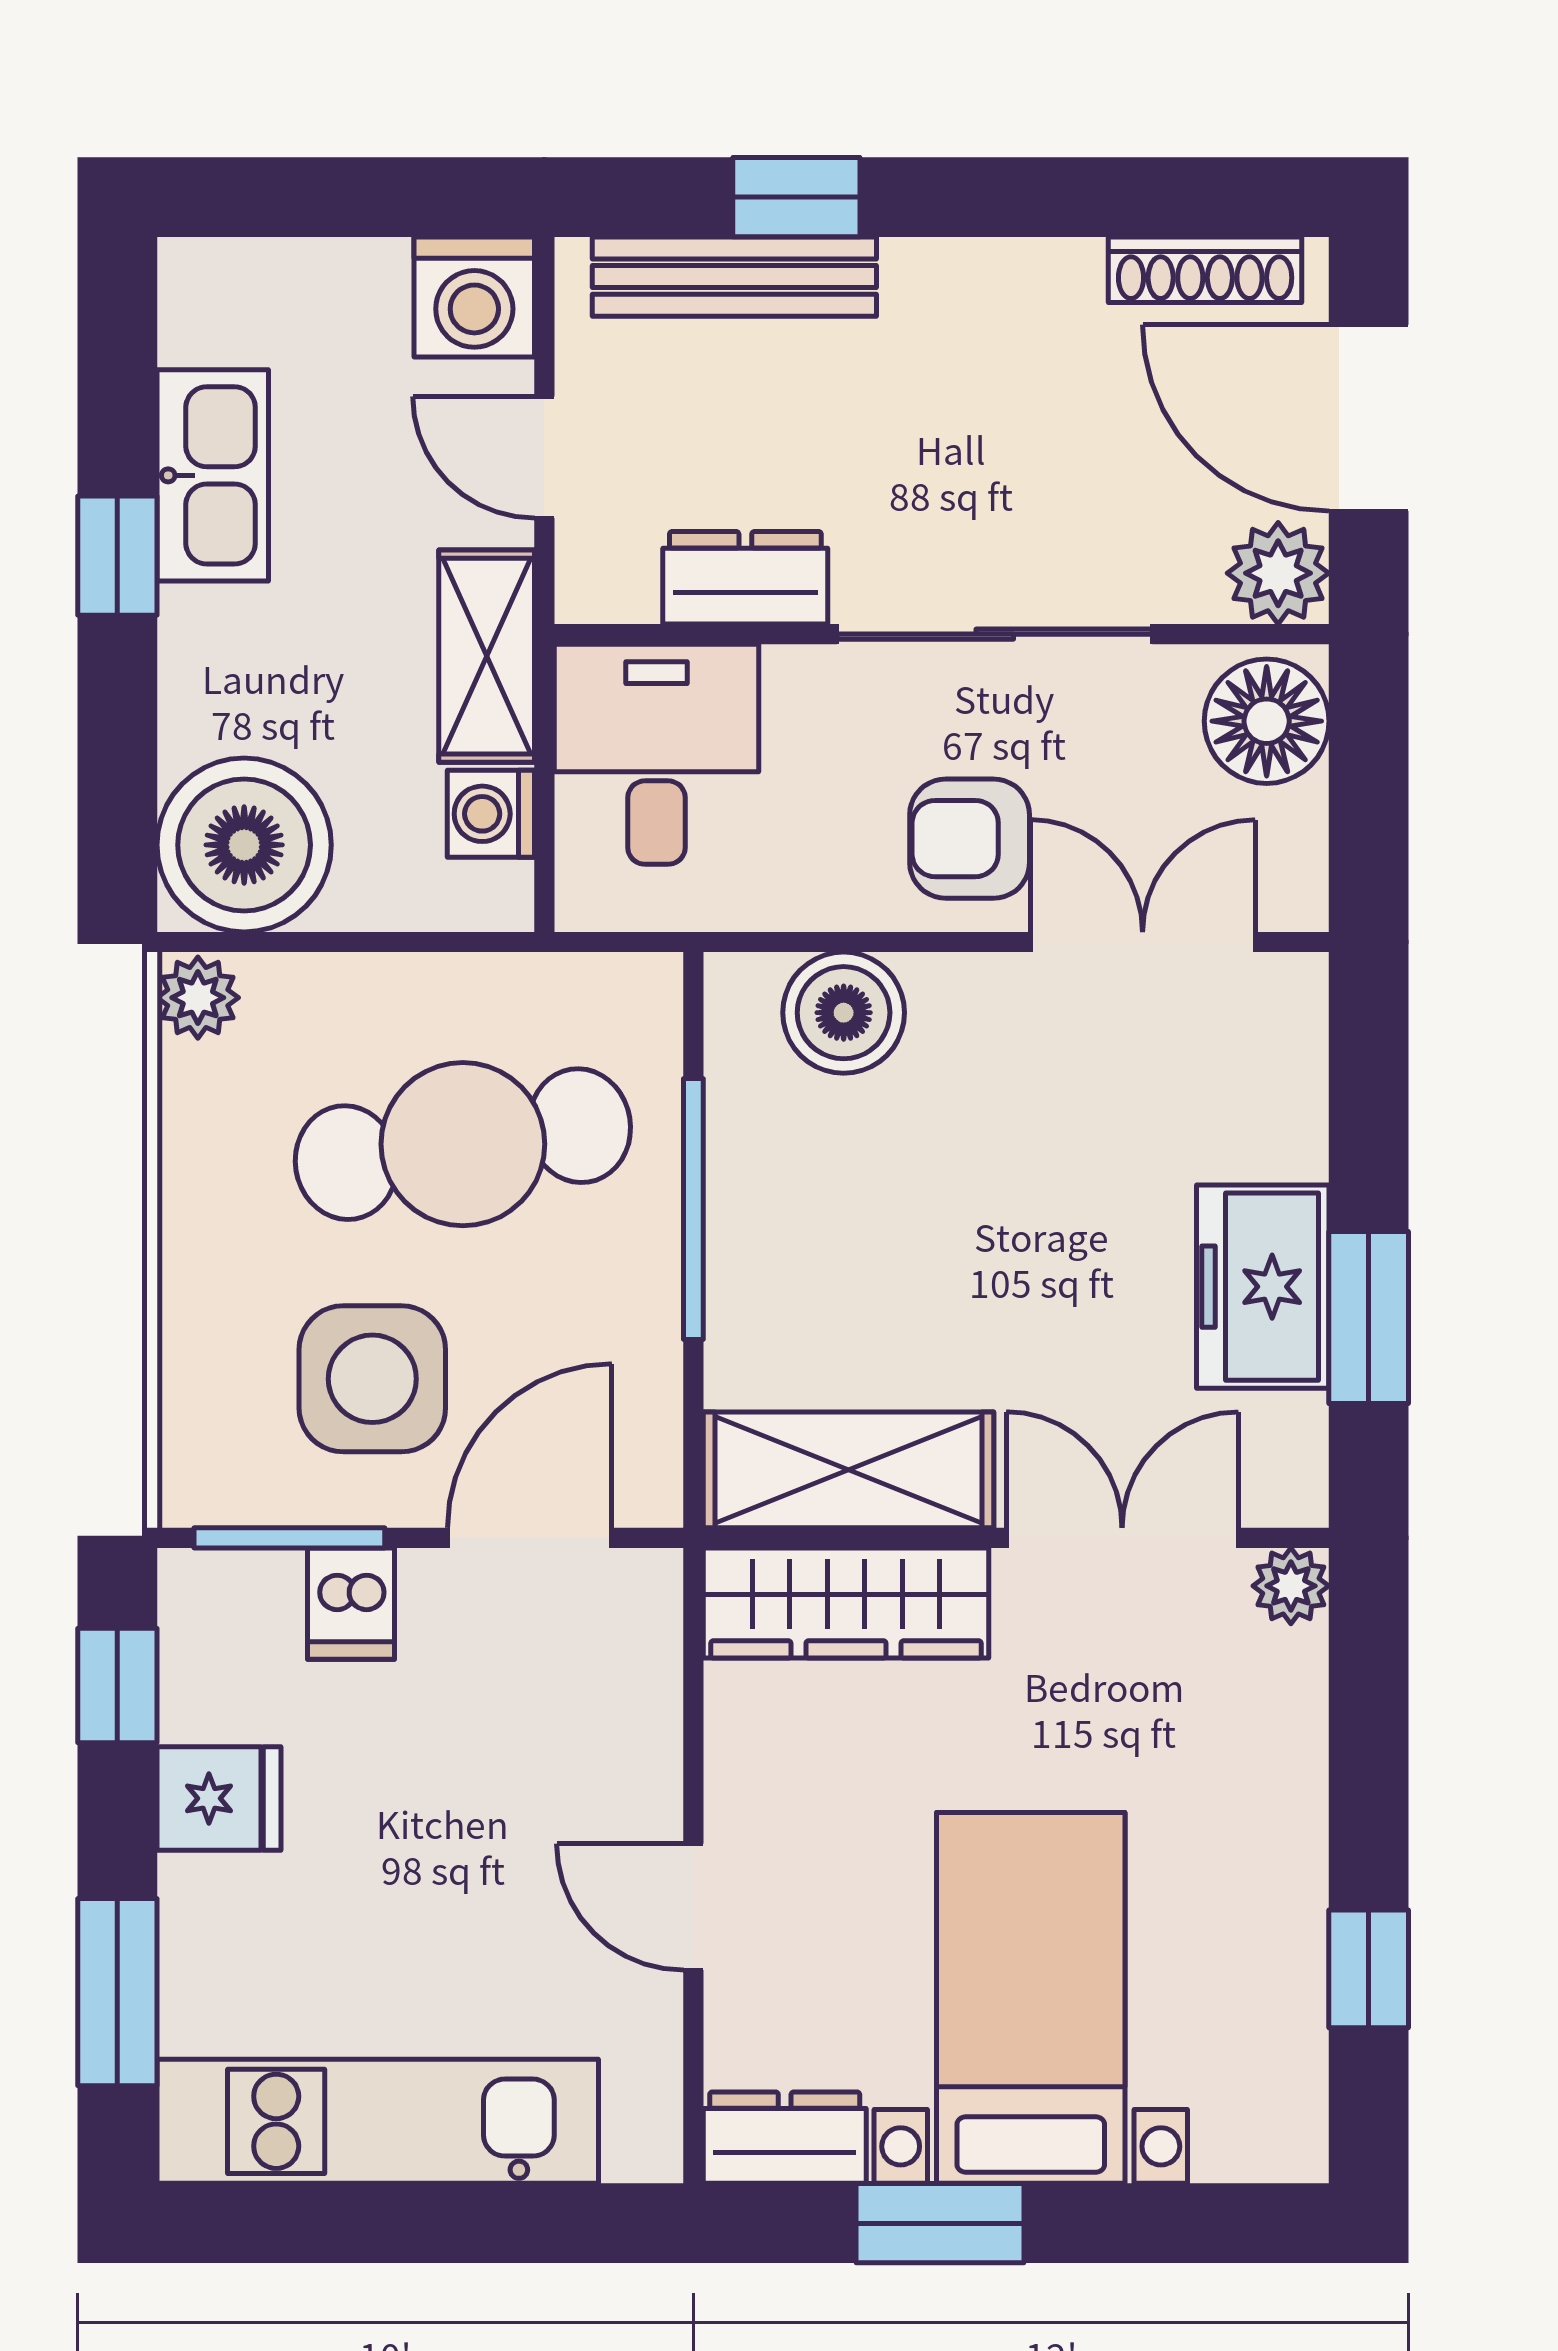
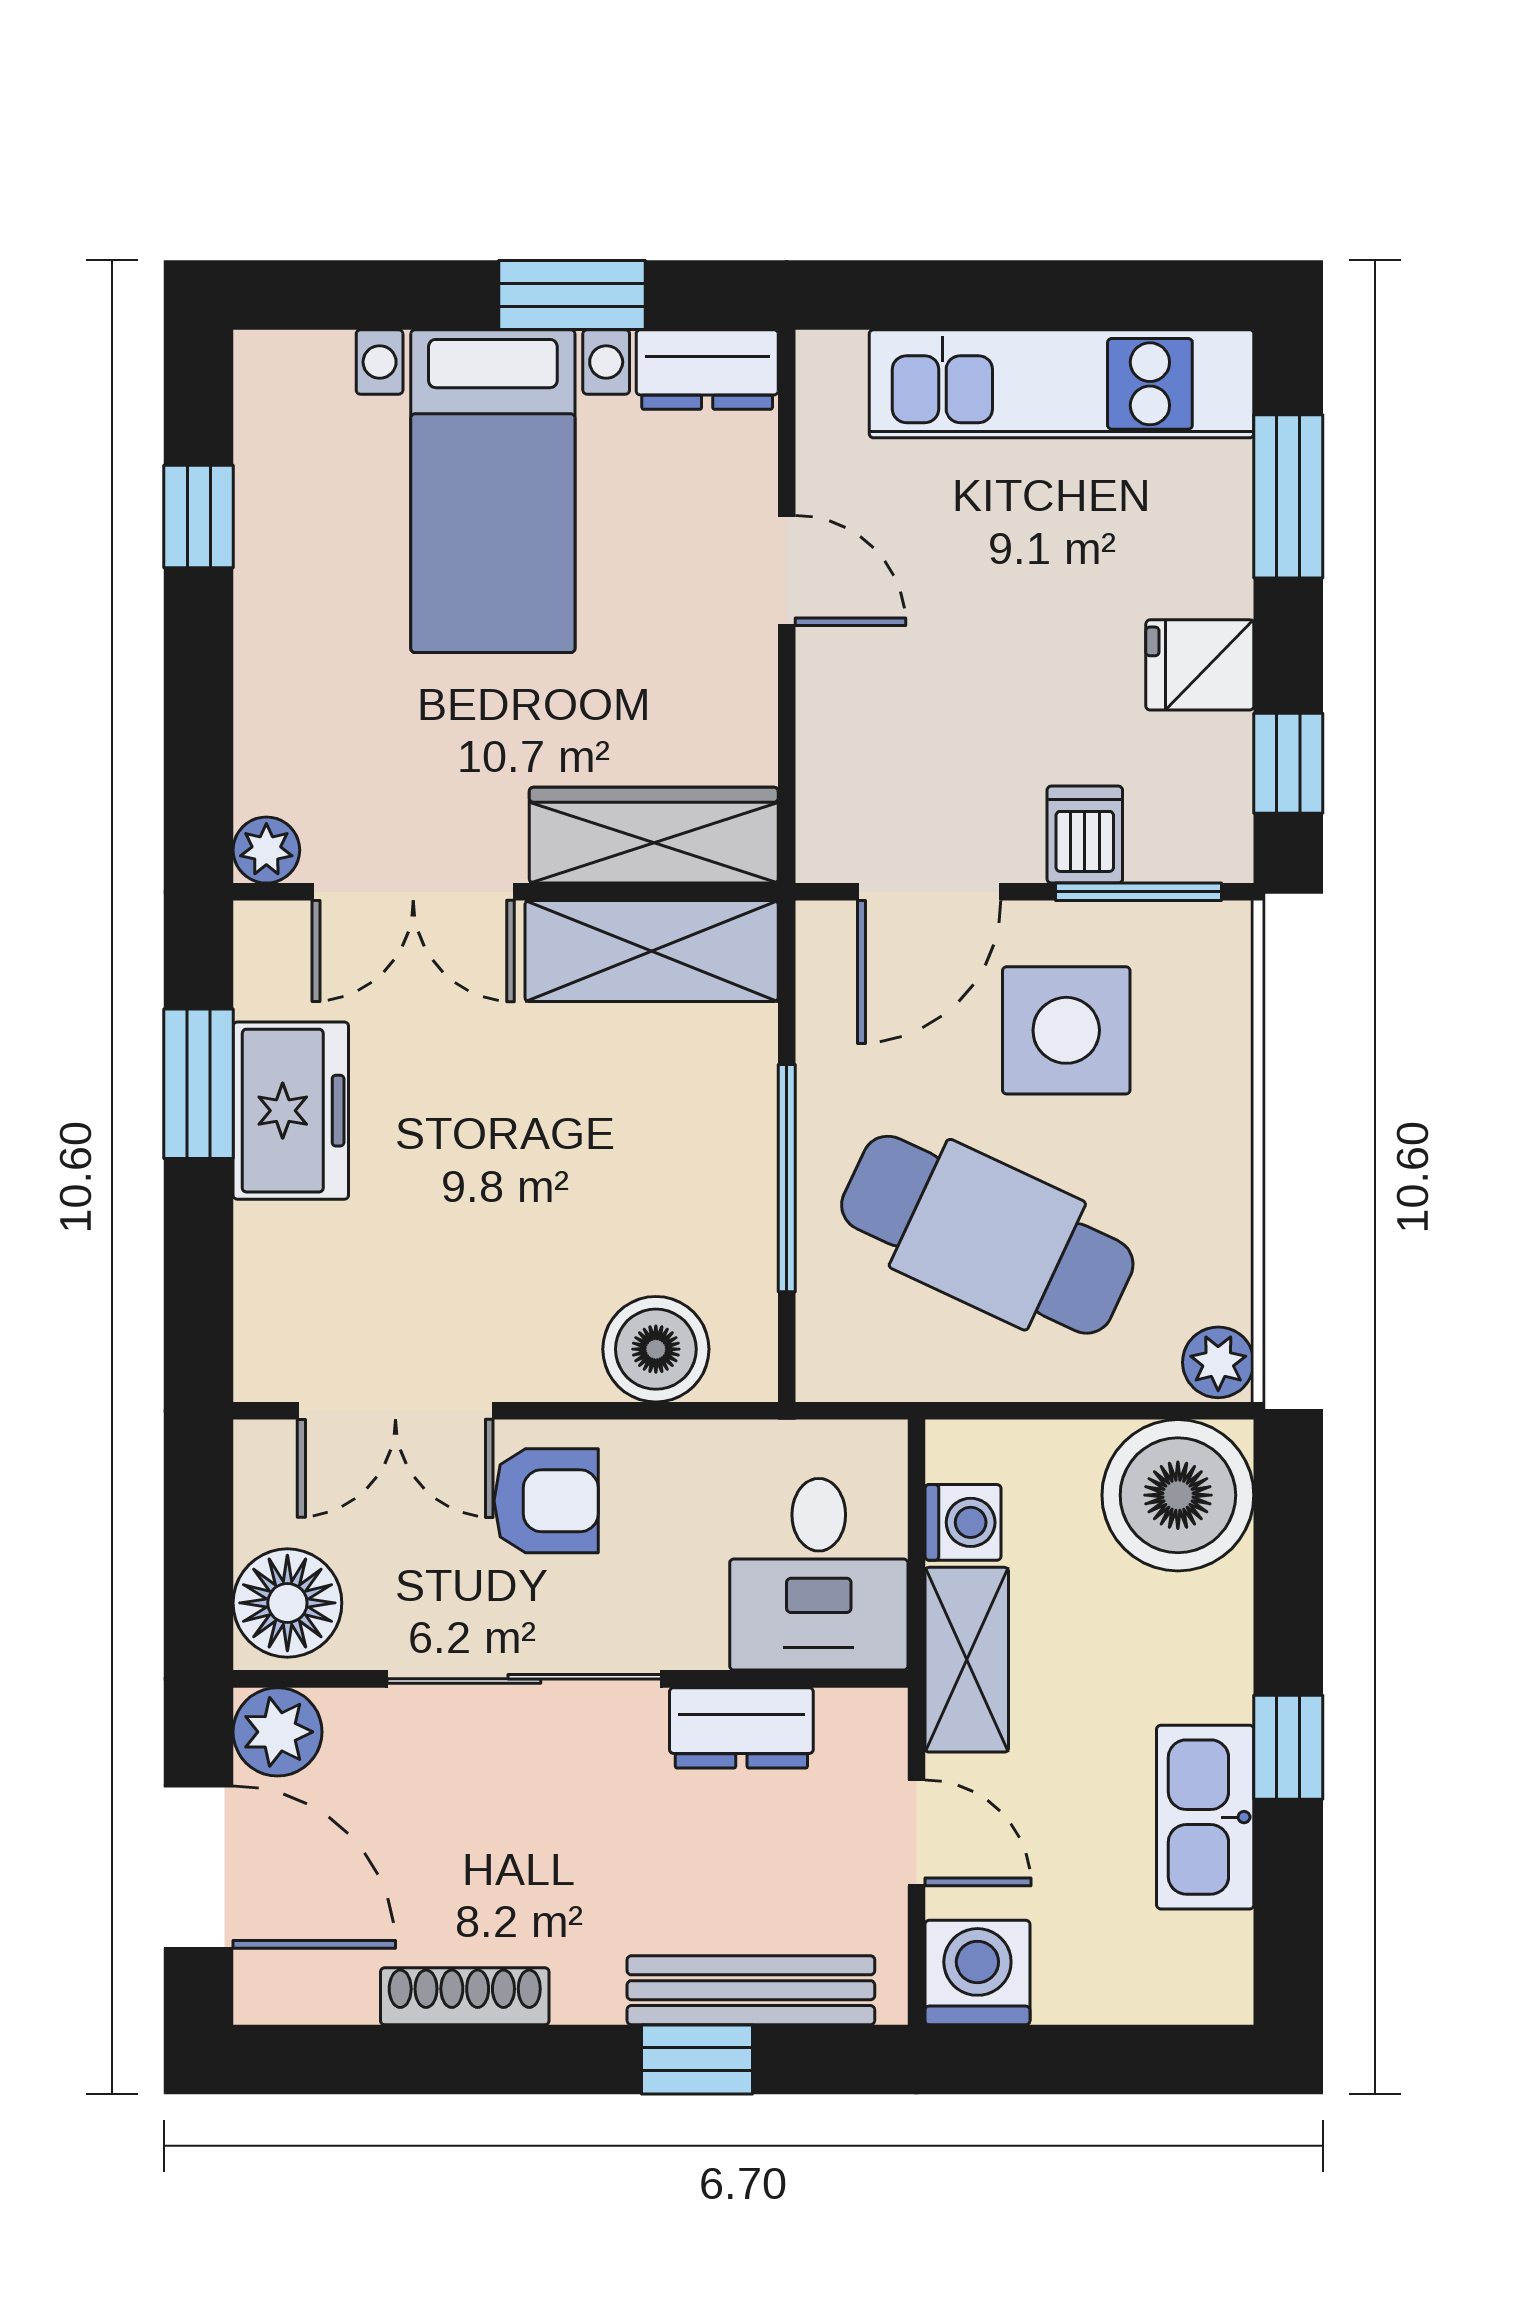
shoe rack: (1205, 270) -> (465, 1996), moved
cafe table: (463, 1144) -> (987, 1235), turned 34

